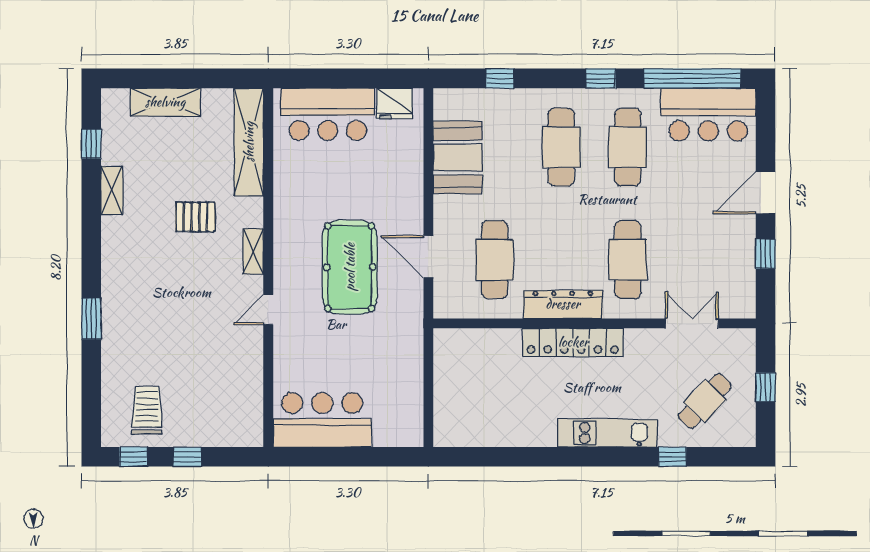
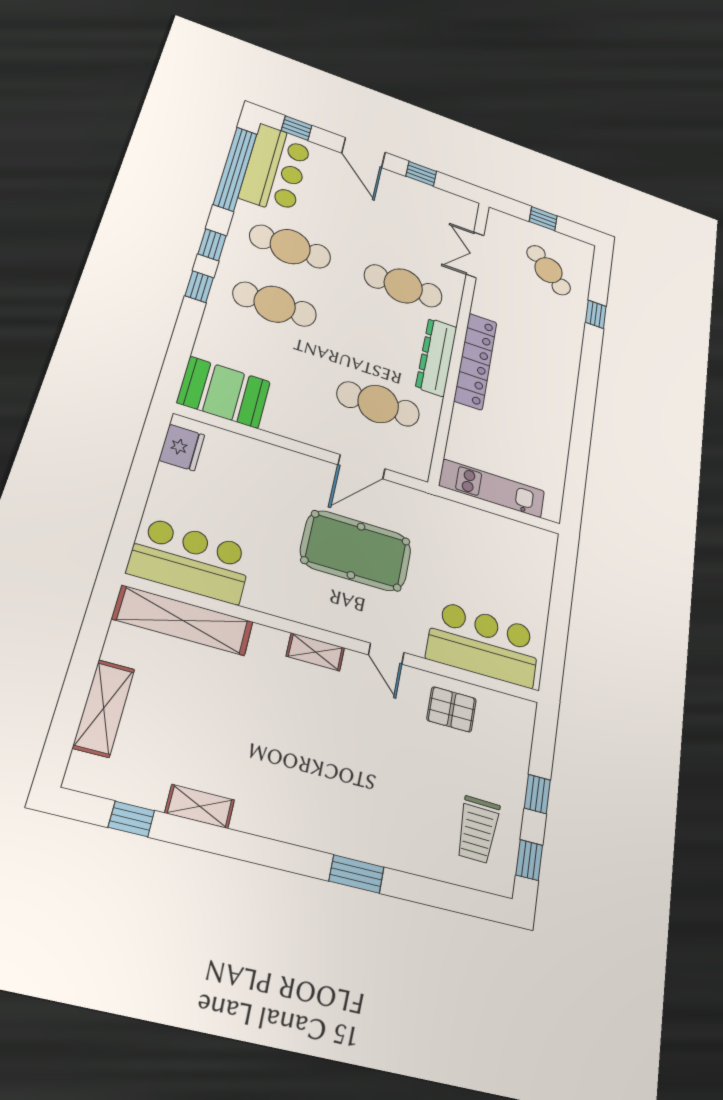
window: (500, 78) -> (199, 287), moved
bar counter: (328, 114) -> (190, 560), moved, turned -90
window: (765, 123) -> (297, 128), added
booth: (458, 157) -> (224, 392), moved
pallet: (195, 217) -> (452, 709), moved, turned 90
trolley: (147, 410) -> (478, 829), turned -88
bar counter: (322, 420) -> (484, 644), moved, turned 90
kitchen unit: (608, 433) -> (492, 488), moved, turned 90

